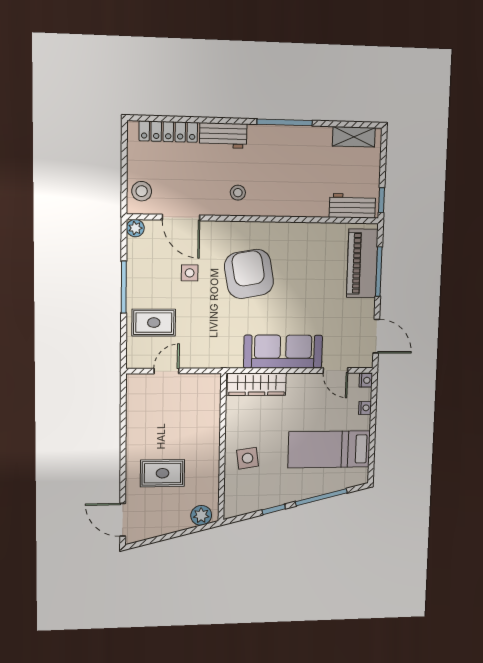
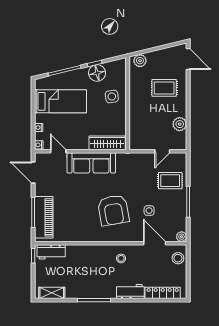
plant: (137, 415) -> (180, 124), added
floor lamp: (270, 495) -> (97, 73), added

